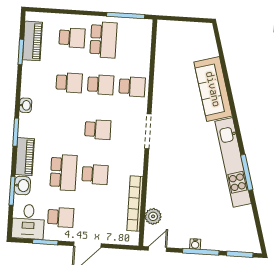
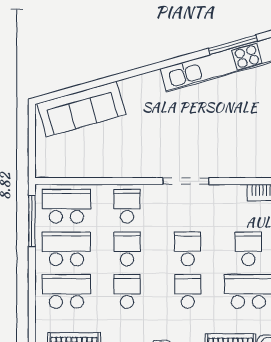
school desk: (72, 38) -> (66, 291), width x1.85
school desk: (135, 42) -> (66, 206), added
sofa: (213, 89) -> (81, 109), moved
school desk: (66, 128) -> (188, 291), added

